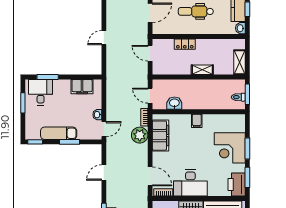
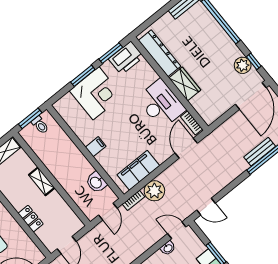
door: (104, 173) -> (206, 207), moved

